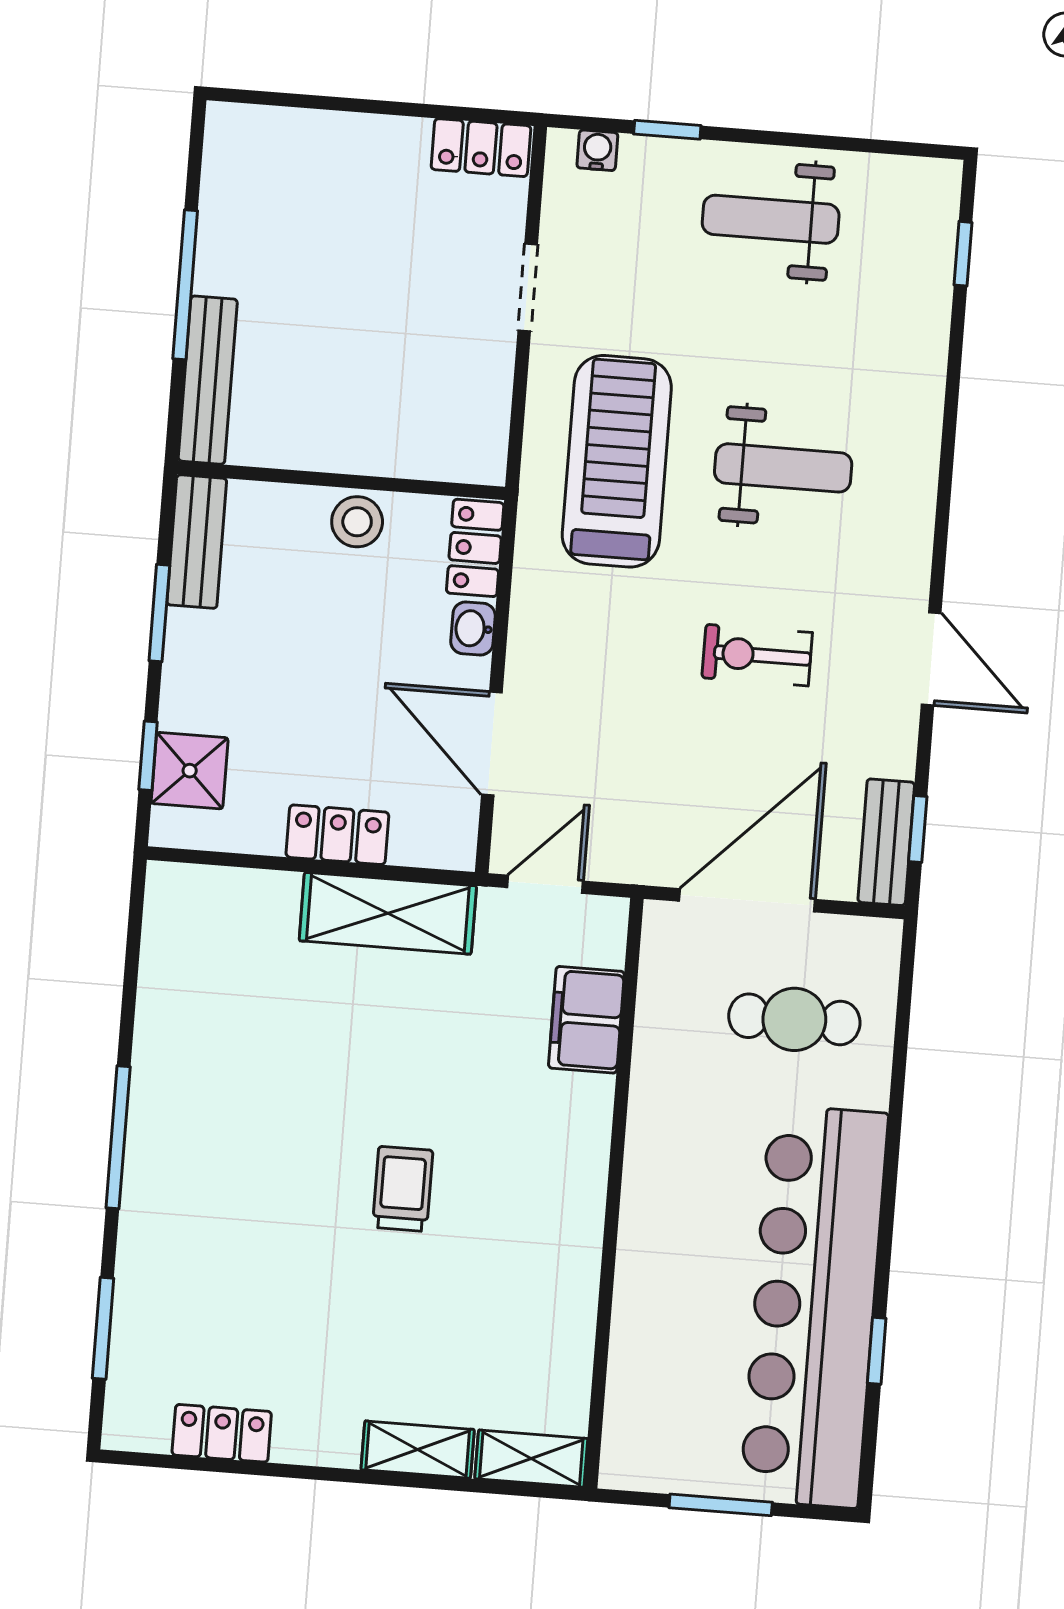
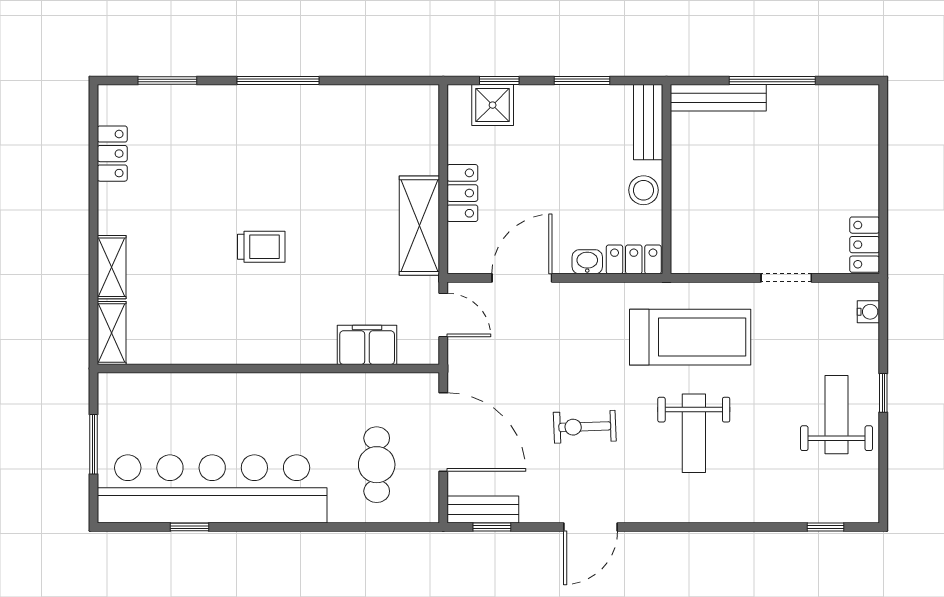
window: (667, 130) -> (883, 393), moved
bench: (197, 542) -> (648, 122), moved, turned 90
exercise bike: (757, 655) -> (585, 427), turned -92

